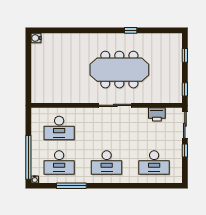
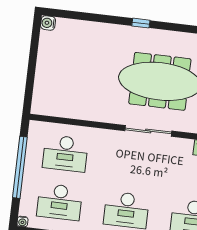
window: (131, 30) -> (141, 23), moved
window: (28, 157) -> (20, 167), moved

